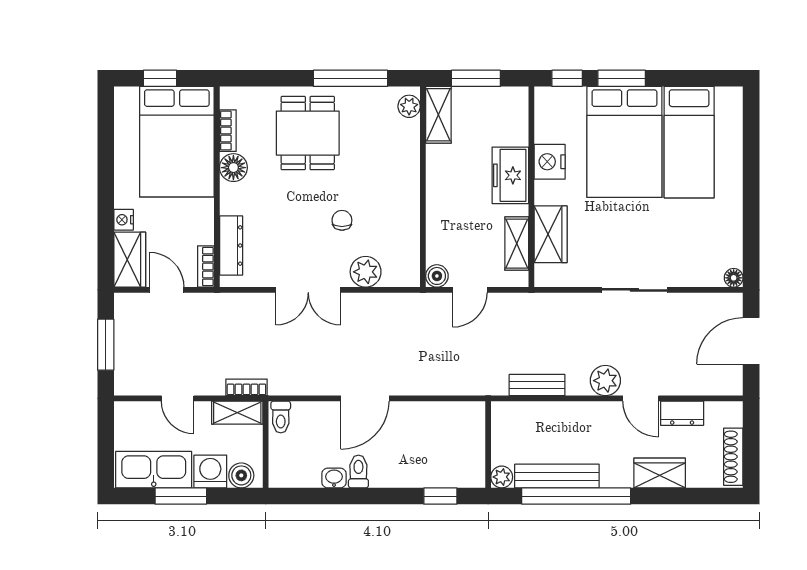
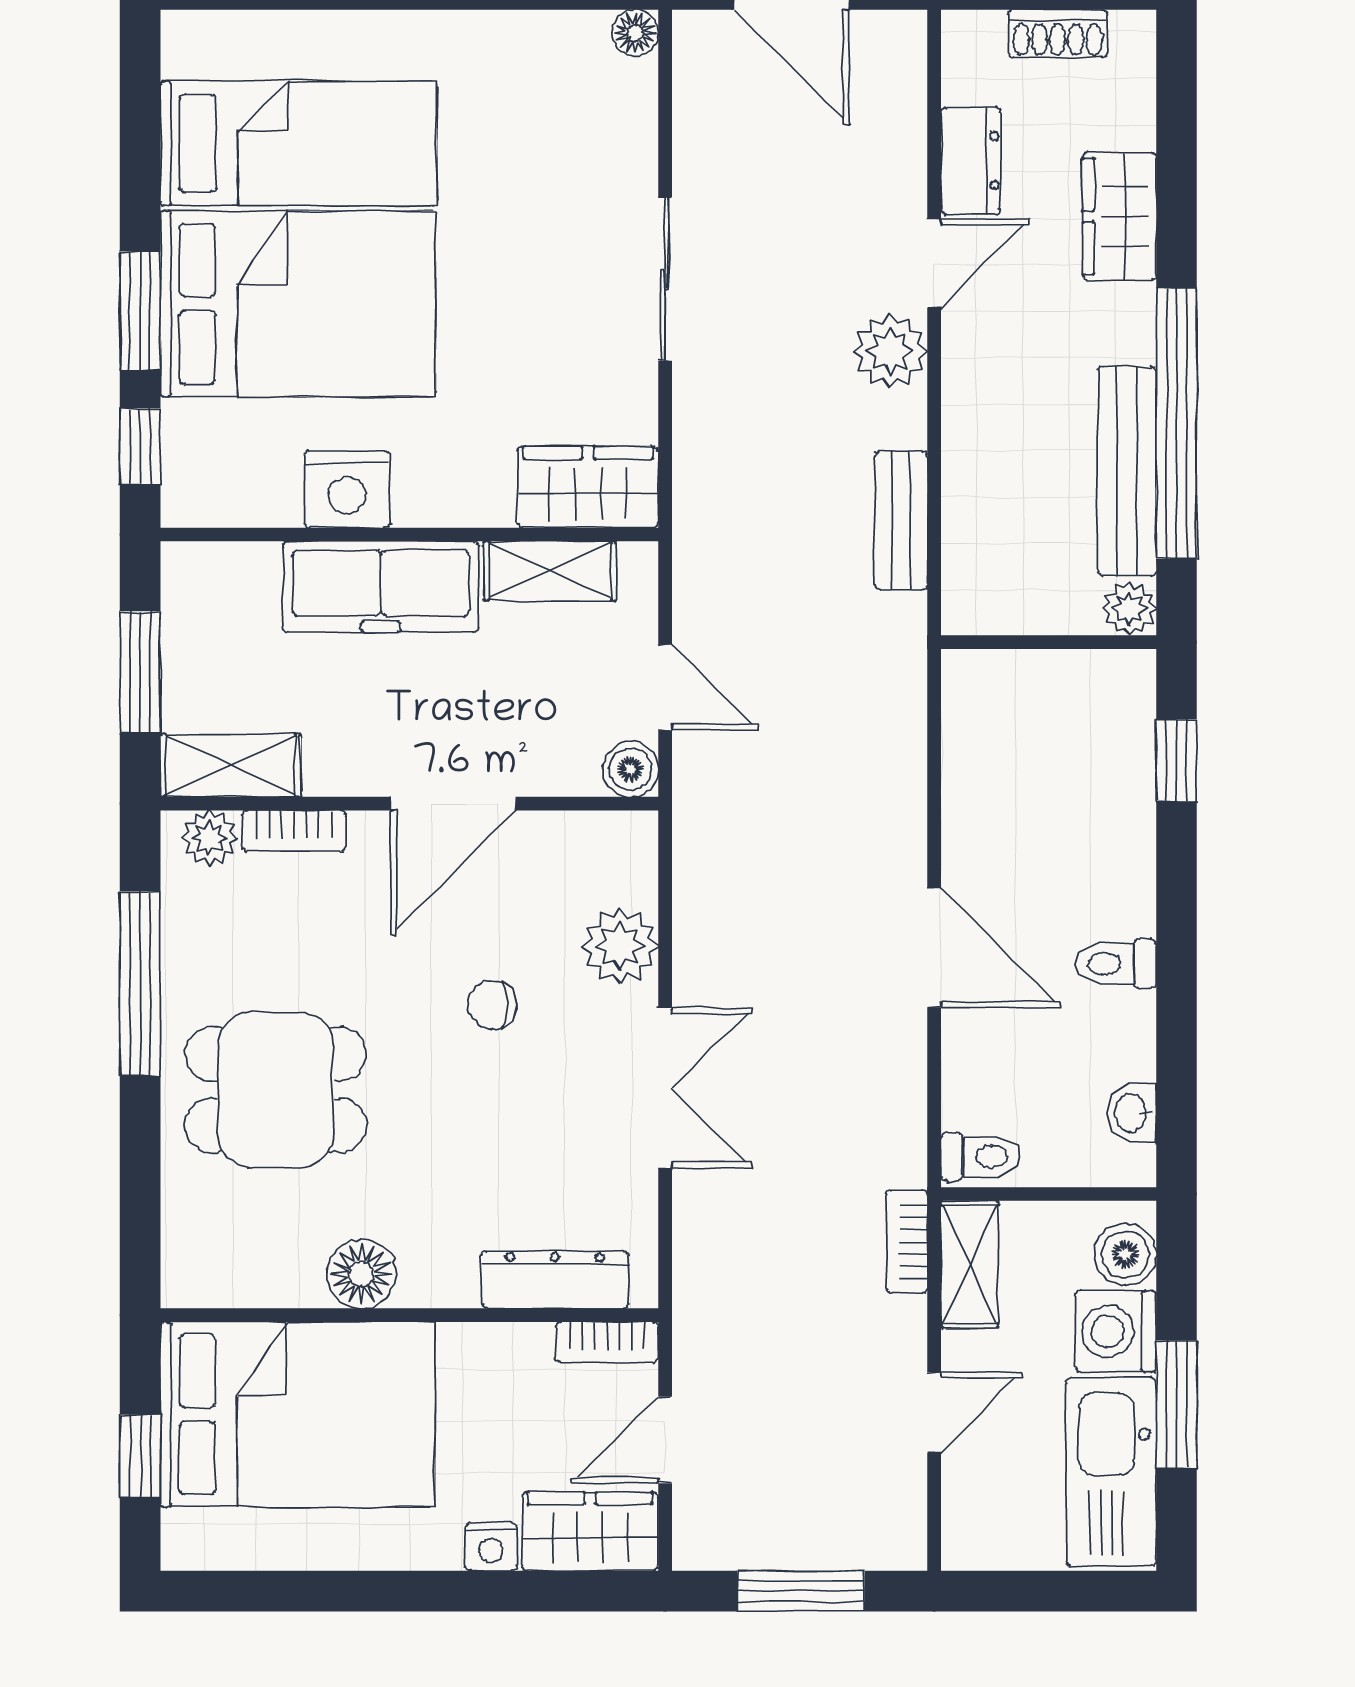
bookcase: (228, 131) -> (294, 831), moved, turned 180
freezer: (510, 175) -> (381, 587), width x1.40
door: (423, 204) -> (453, 804), added
wardrobe: (551, 234) -> (588, 487), moved
shoe rack: (733, 457) -> (1058, 34), width x0.70
washbasin: (334, 478) -> (1132, 1113), moved

